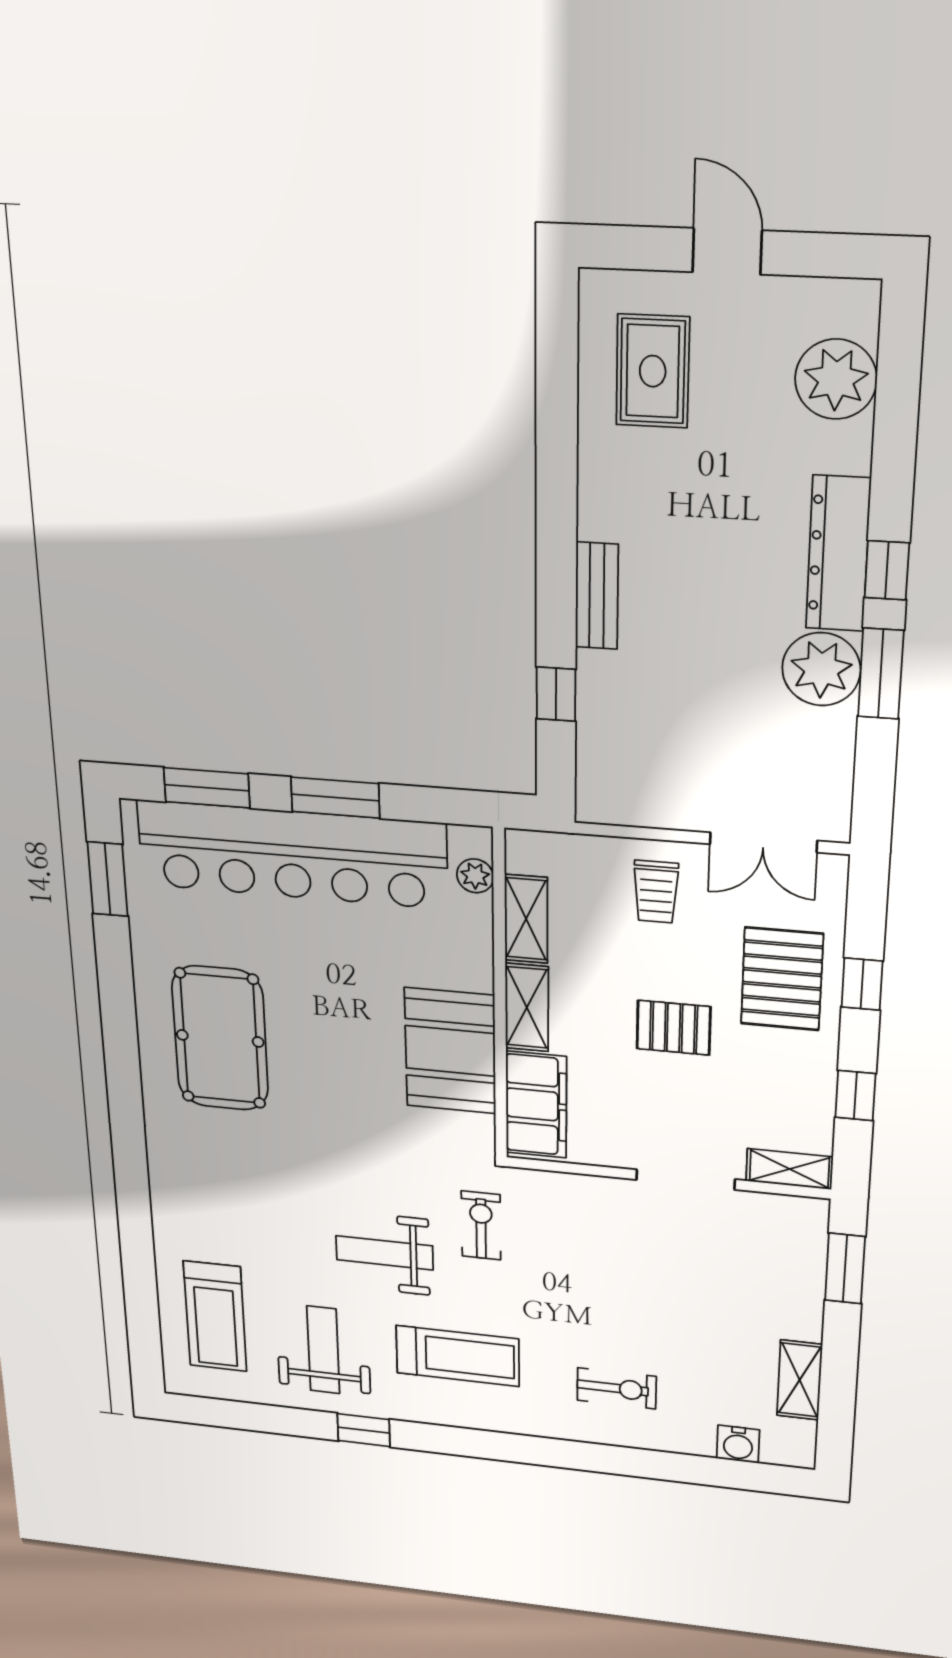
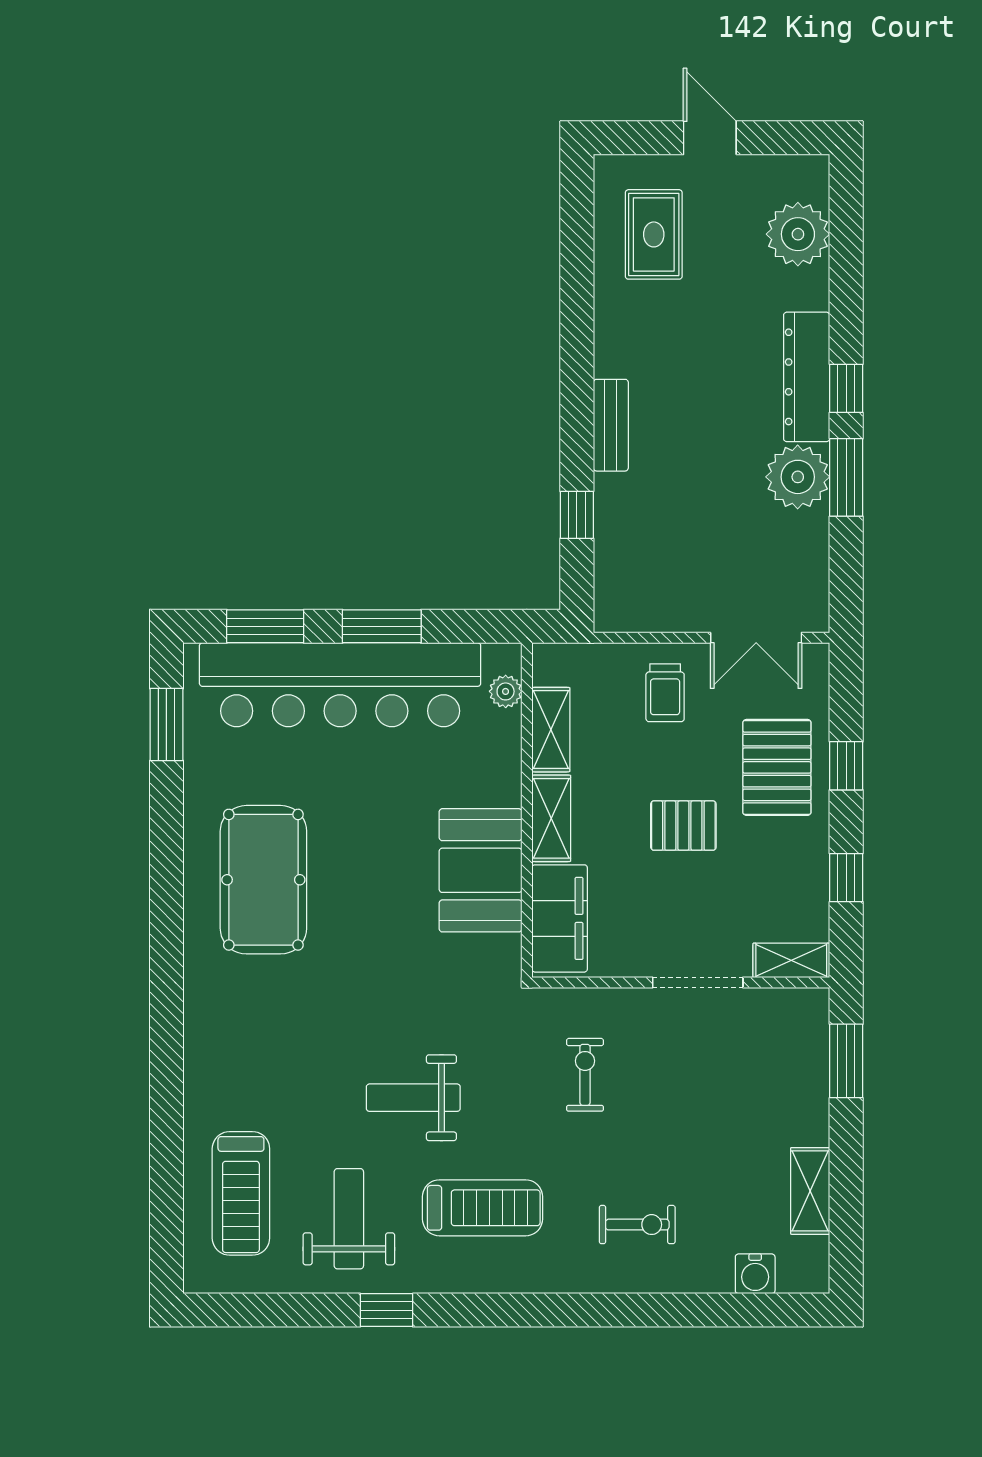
exercise bike: (481, 1225) -> (585, 1075), moved

